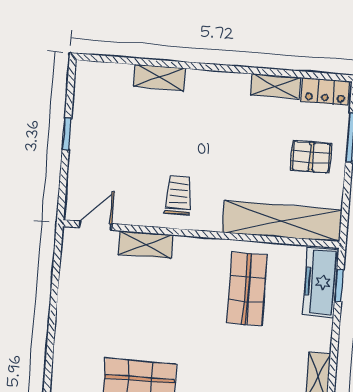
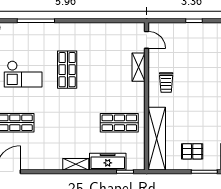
pallet: (311, 157) -> (192, 151), turned 90
trolley: (178, 195) -> (166, 83), turned 90
freezer: (321, 282) -> (108, 162), moved

